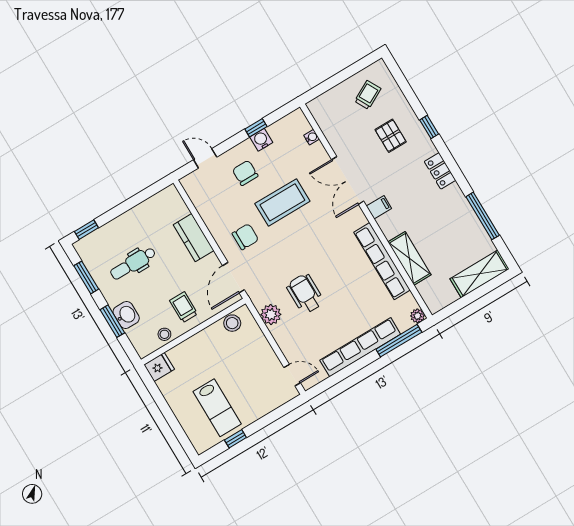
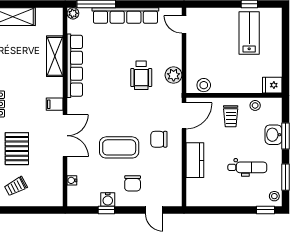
pallet: (391, 136) -> (17, 149), width x1.50, depth x1.42
stool: (86, 250) -> (274, 196), added

